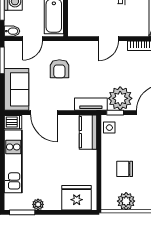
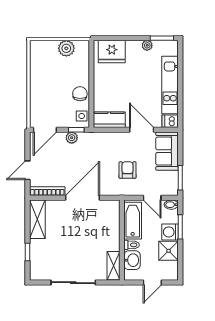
door: (33, 39) -> (152, 198), swing flipped
door: (108, 39) -> (83, 198), width x1.88
plant: (120, 98) -> (72, 138), width x0.53, depth x0.53
tv unit: (91, 104) -> (99, 138), removed
kitchen counter: (88, 132) -> (109, 120), moved, turned -90
chair: (125, 169) -> (80, 94), moved, turned -89

